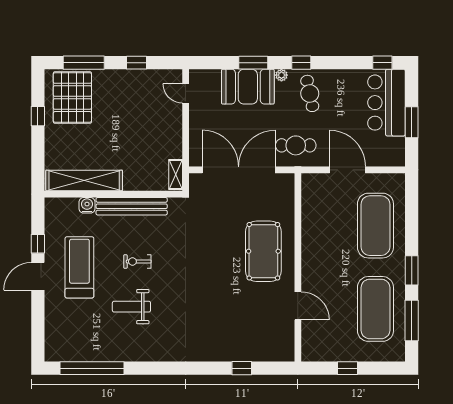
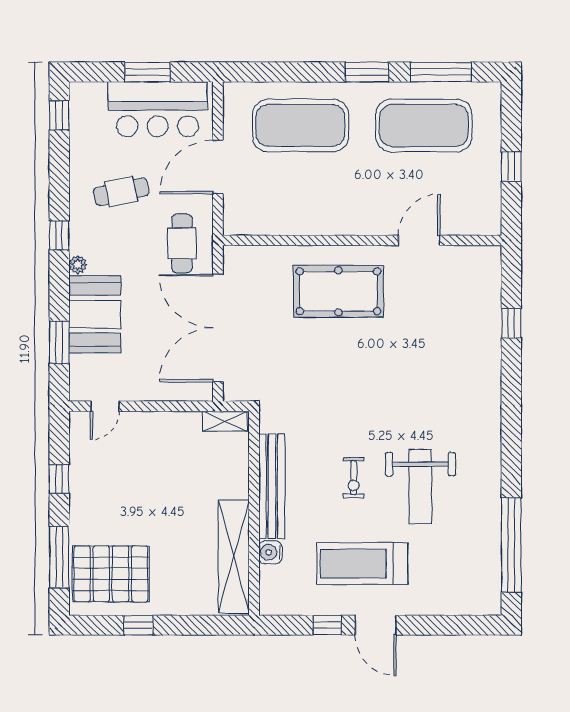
window: (253, 63) -> (59, 342), moved
cafe table: (310, 93) -> (121, 192), moved
bar counter: (386, 103) -> (158, 109), moved
weight bench: (131, 307) -> (420, 487), width x1.36, depth x1.33

